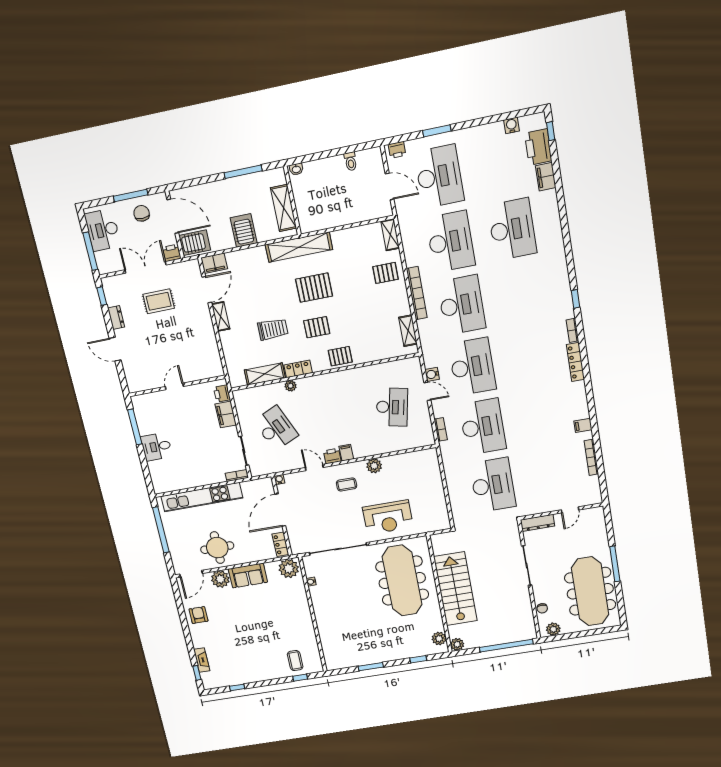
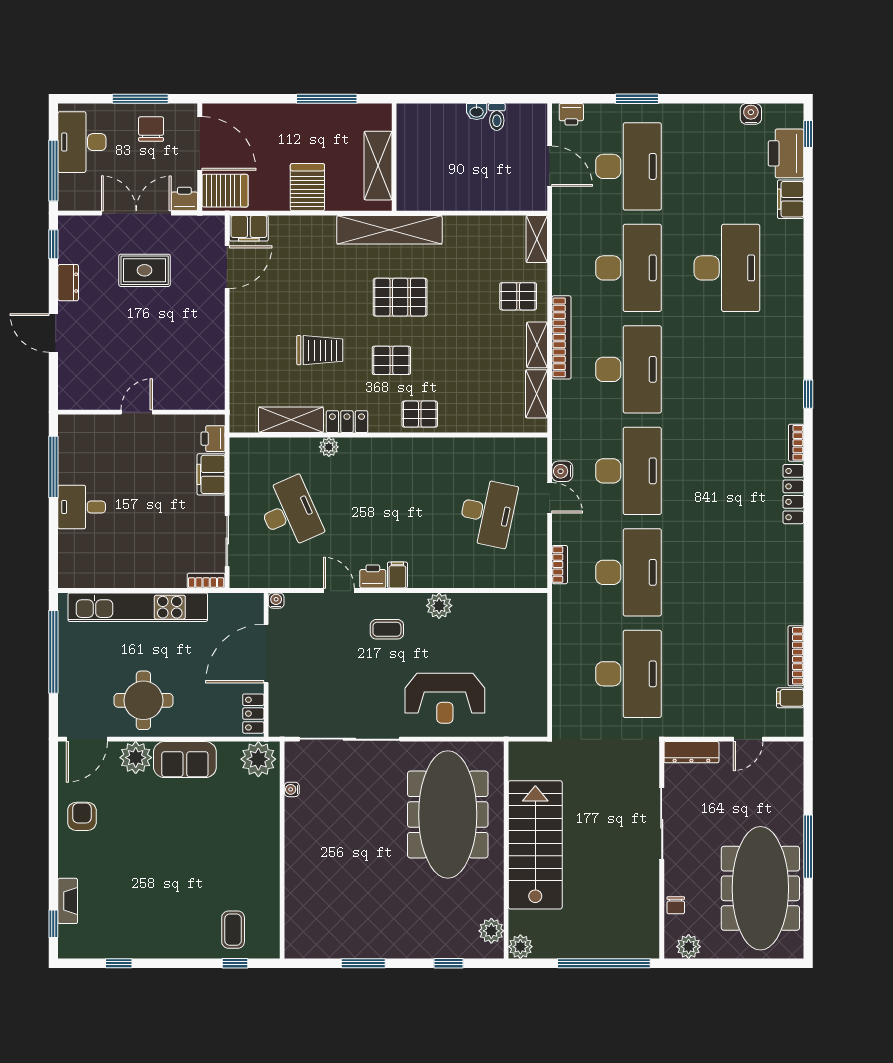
washbasin: (296, 169) -> (477, 112), moved
shelving: (221, 316) -> (537, 345), moved
filing cabinet: (583, 425) -> (790, 698), moved

